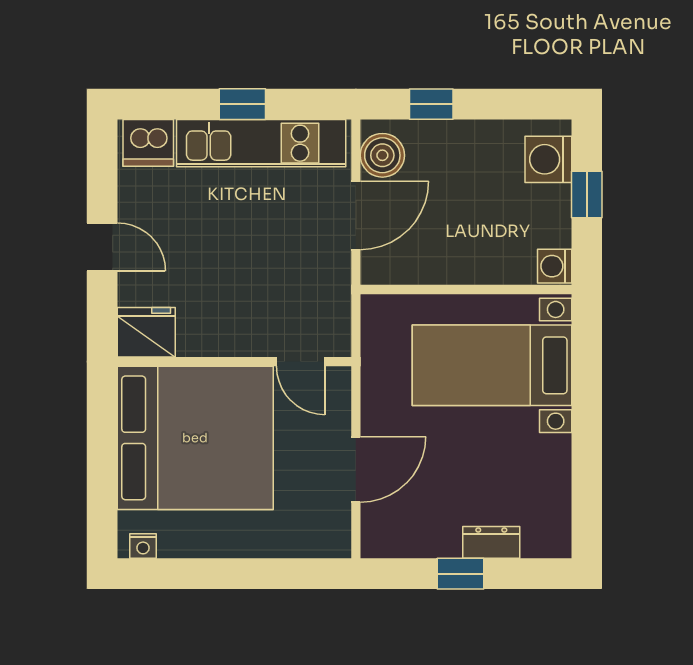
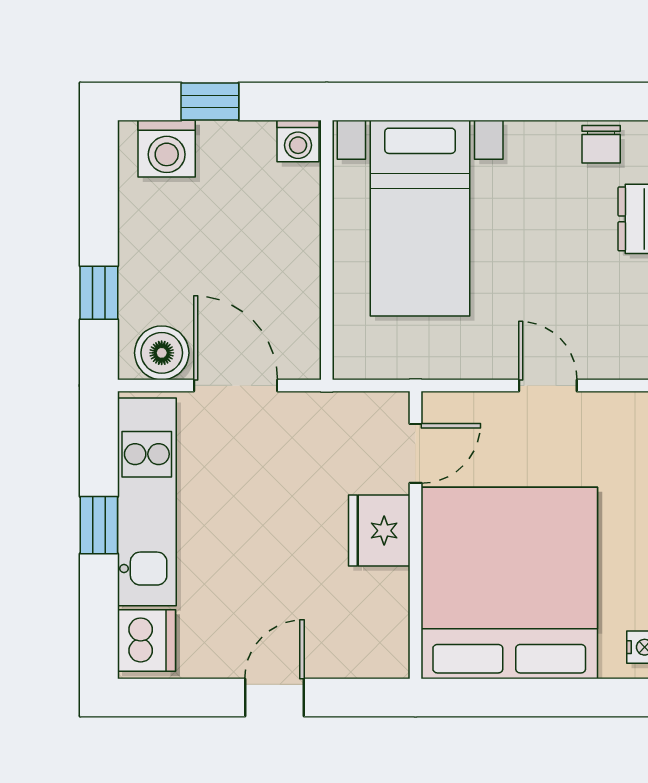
fridge: (146, 332) -> (379, 531), moved
door: (356, 469) -> (548, 385), width x0.73
chair: (552, 513) -> (601, 144), added

